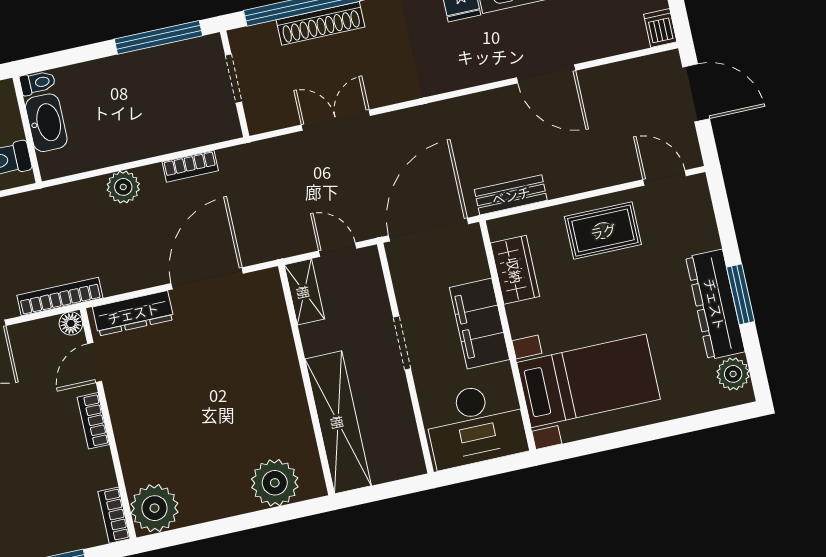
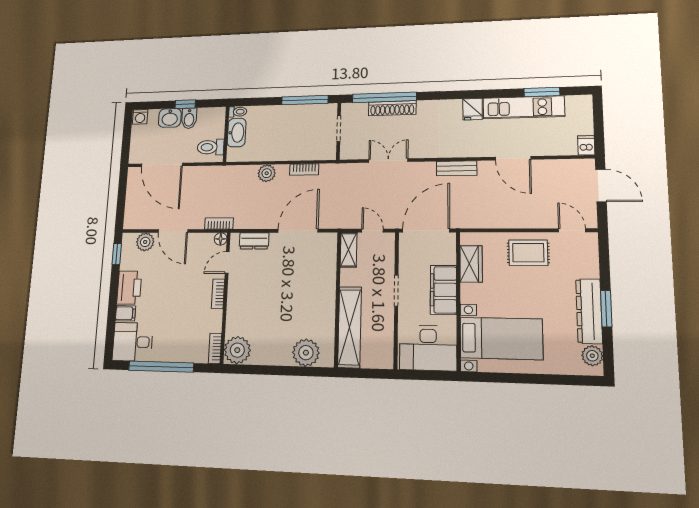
bench: (511, 195) -> (457, 168), moved
bookcase: (60, 297) -> (219, 223), width x0.64
dresser: (133, 313) -> (254, 241), width x0.70

